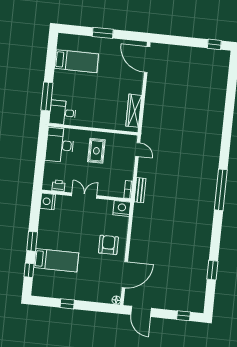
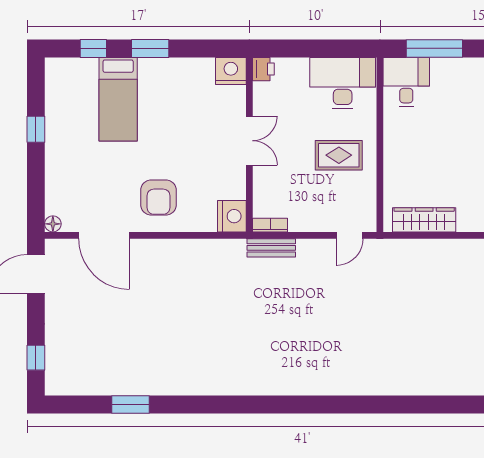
printer: (59, 186) -> (263, 69), moved
window: (221, 190) -> (288, 405), removed
armchair: (108, 245) -> (159, 197), turned 90

